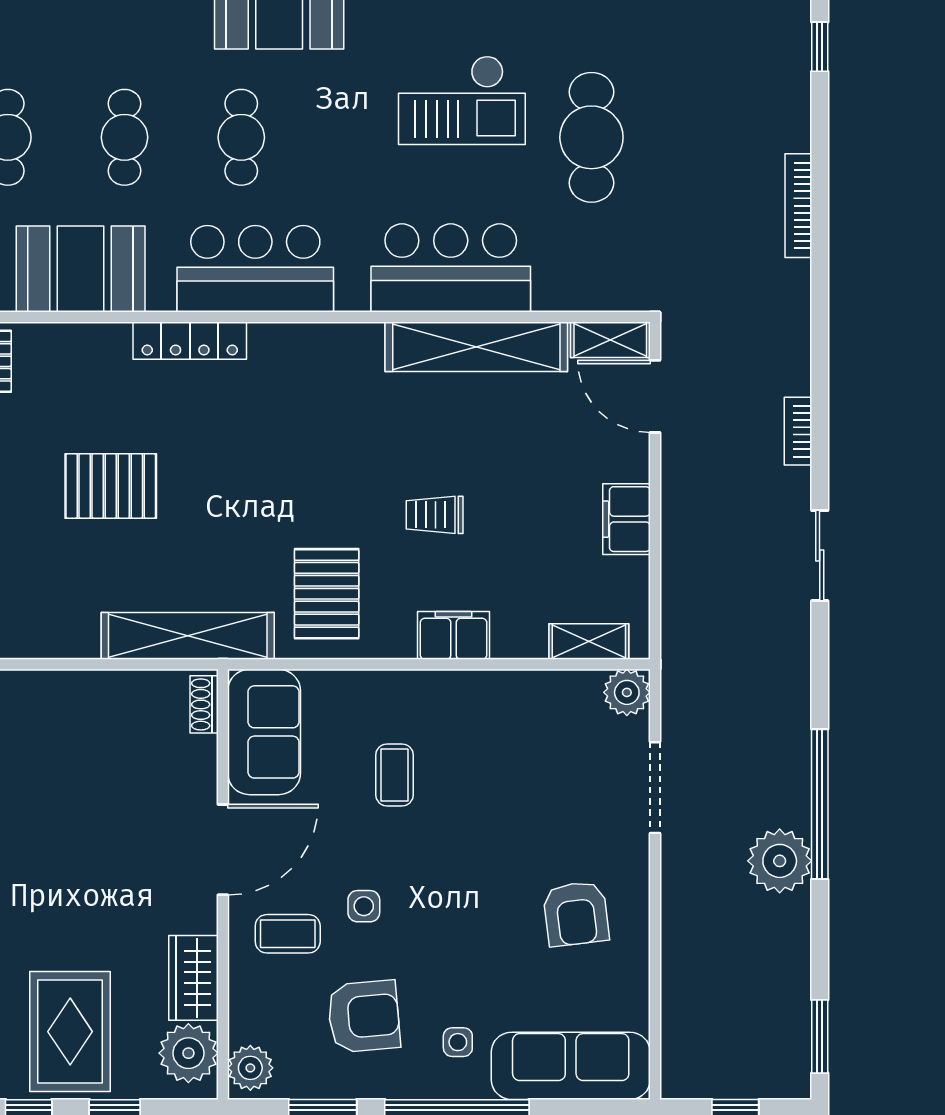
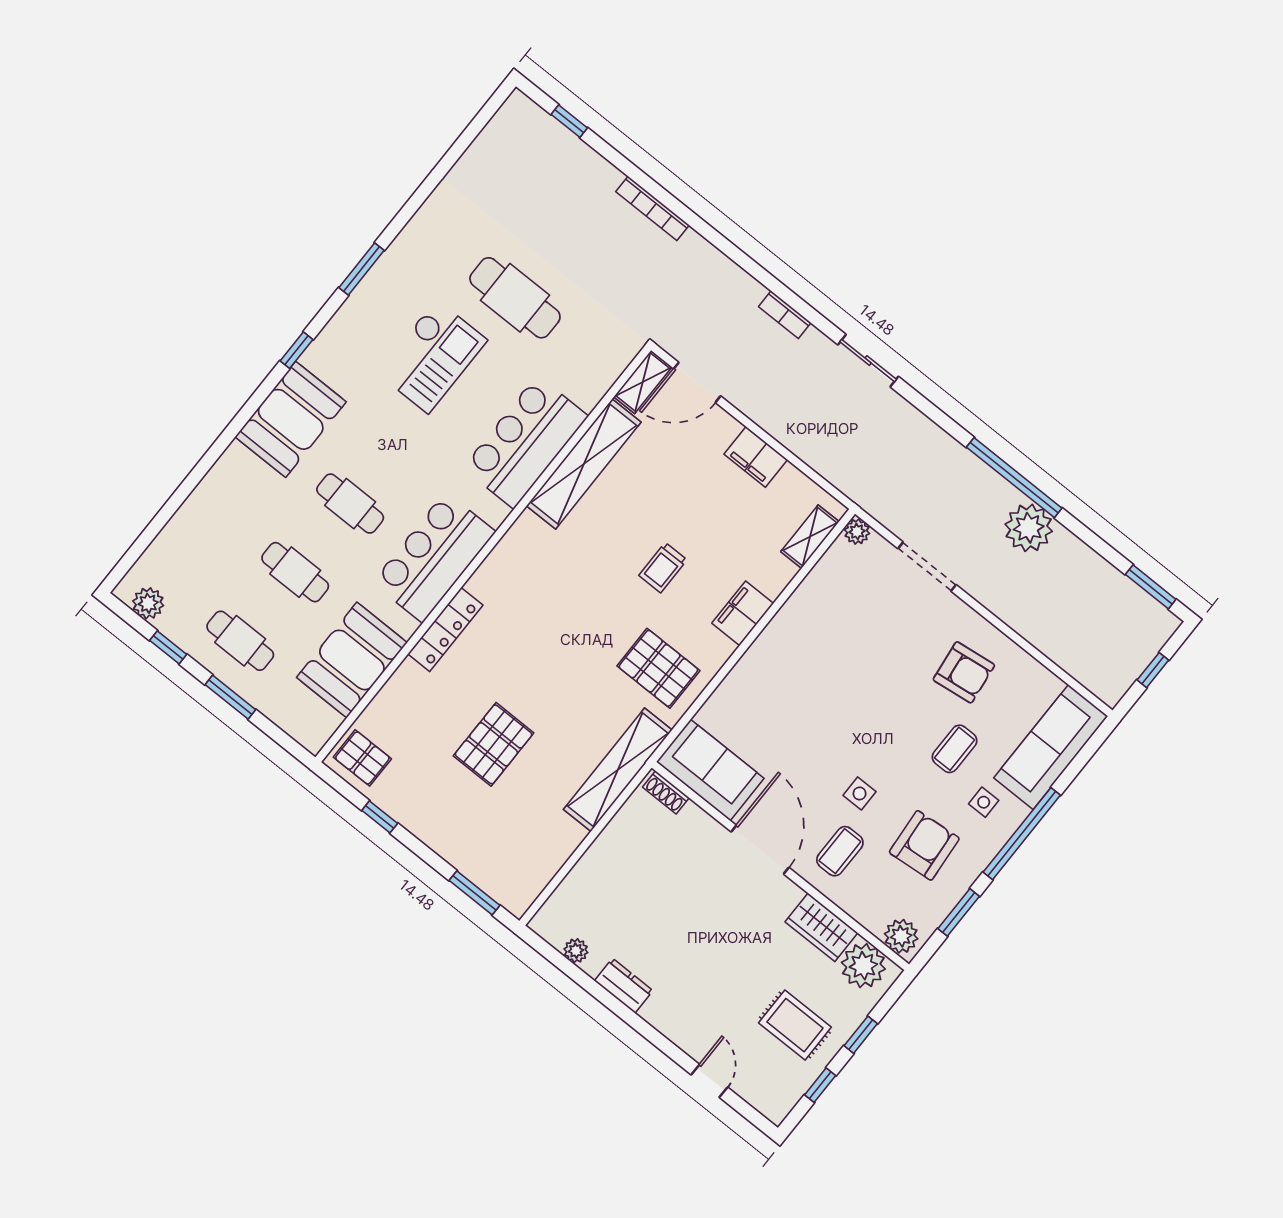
plant: (627, 692) -> (857, 532), width x0.73, depth x0.73
coffee table: (395, 775) -> (955, 749), moved, turned 90
rug: (70, 1032) -> (795, 1025), width x0.73, depth x0.70

